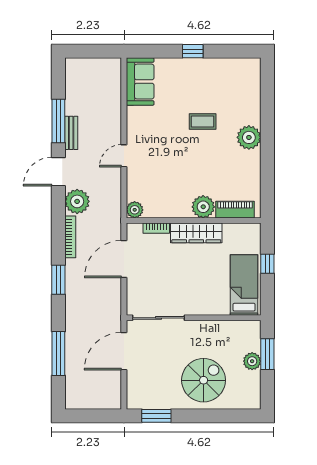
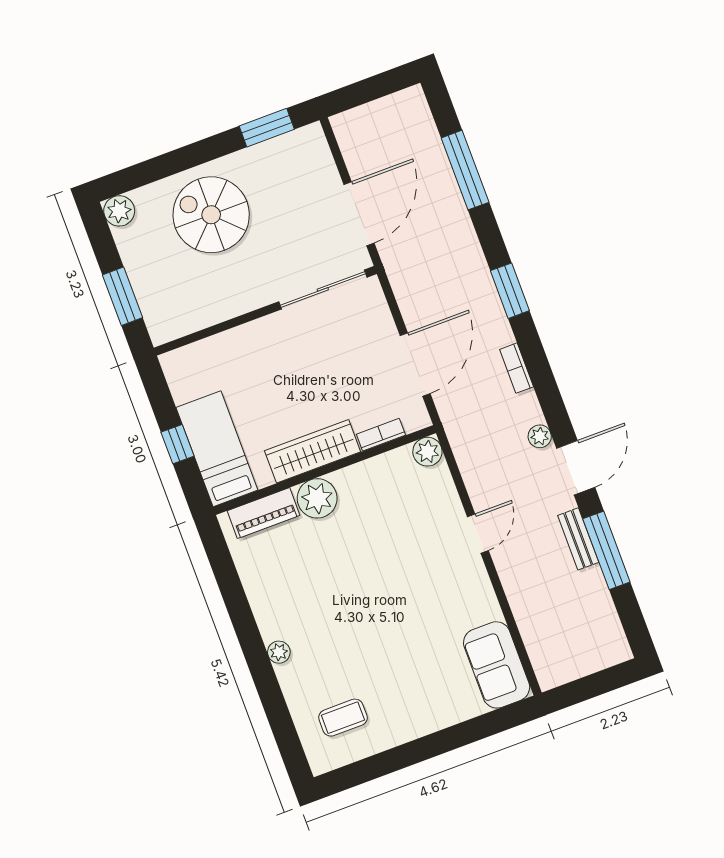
window: (193, 51) -> (429, 747), removed
coffee table: (203, 121) -> (343, 718), moved
plant: (249, 137) -> (279, 652), width x0.53, depth x0.53
plant: (77, 201) -> (540, 436), width x0.53, depth x0.53
bookcase: (70, 237) -> (517, 368), width x0.64
bed: (244, 285) -> (217, 449), moved, turned 180
plant: (252, 361) -> (119, 211), moved
spiral stairs: (204, 380) -> (211, 215), turned 90

